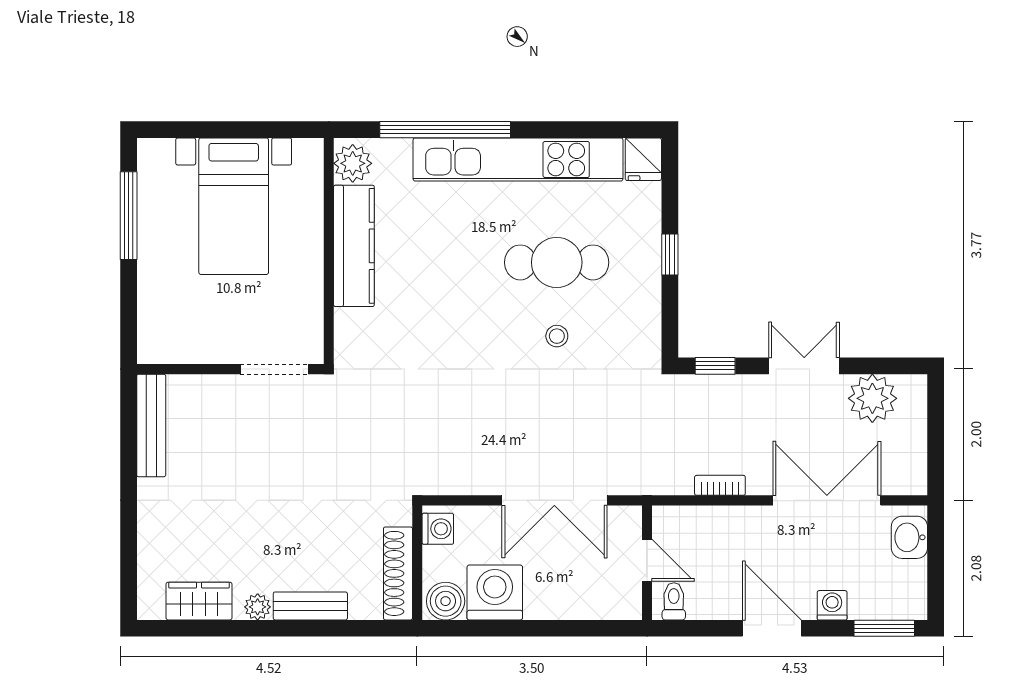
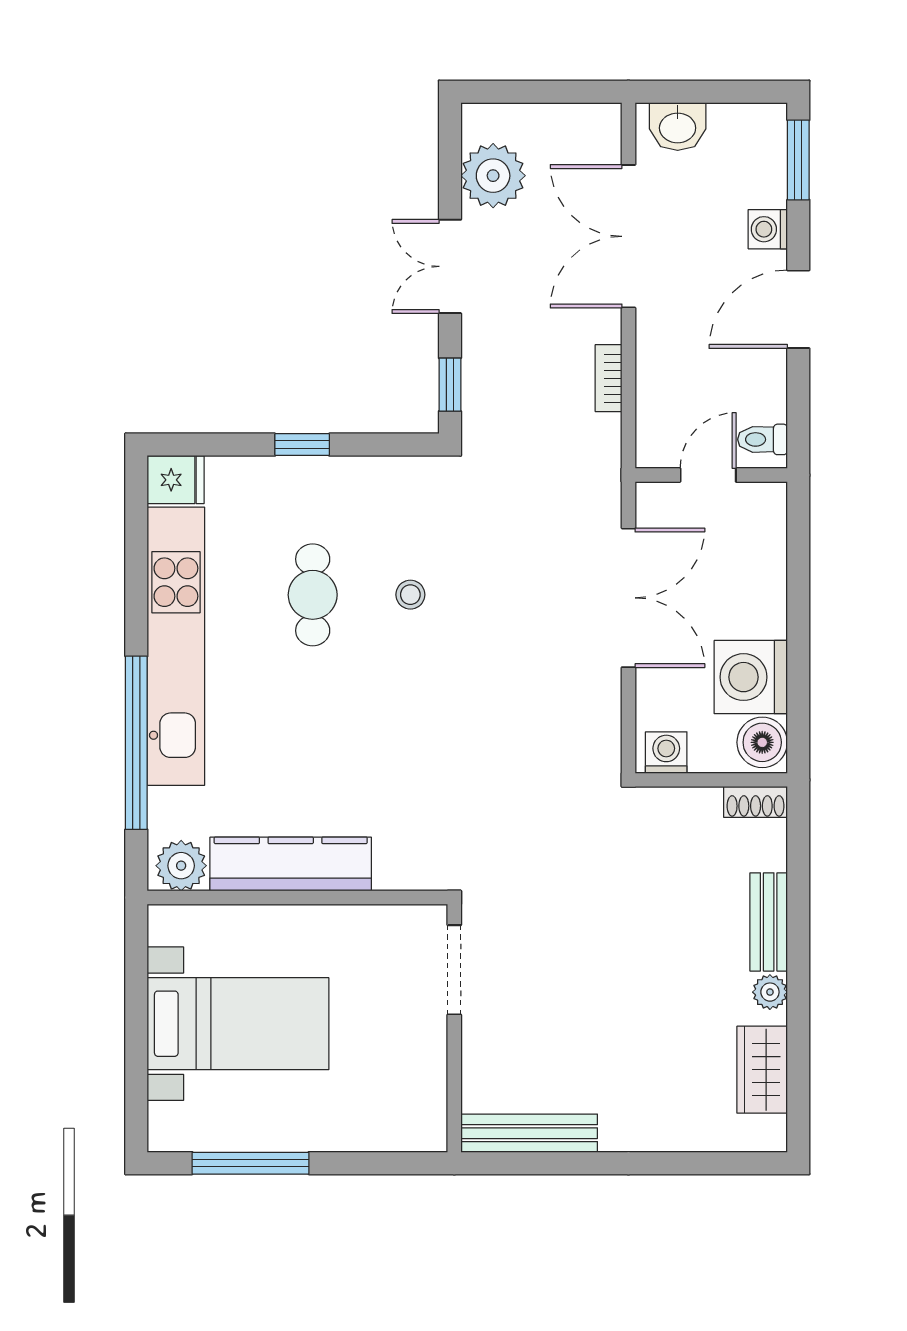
cafe table: (557, 262) -> (313, 595), width x0.73, depth x0.74
shoe rack: (398, 573) -> (756, 802), width x0.51, depth x0.81

